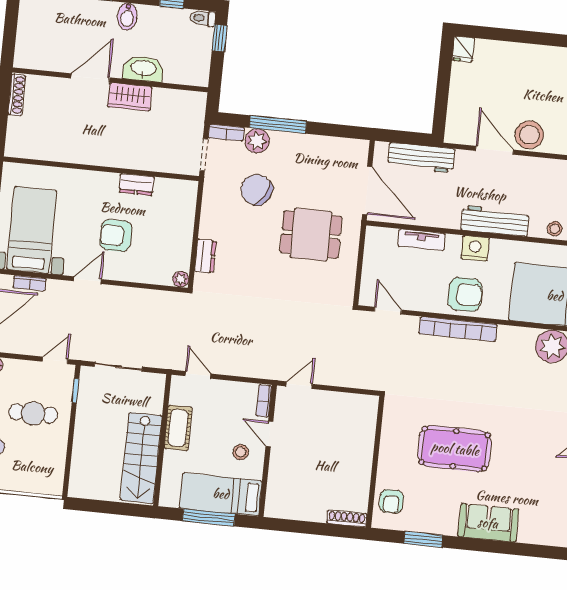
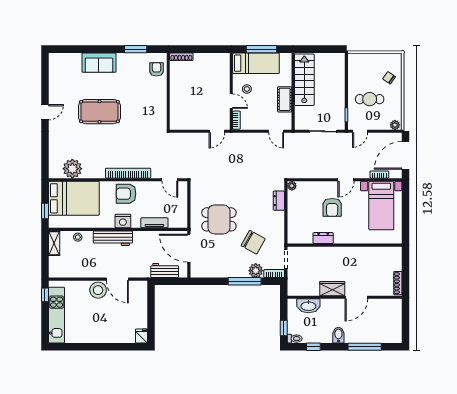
washbasin: (143, 69) -> (308, 306), moved
workbench: (421, 158) -> (165, 270), width x0.73
armchair: (116, 235) -> (332, 207), turned 90
pool table: (455, 449) -> (99, 112), moved

